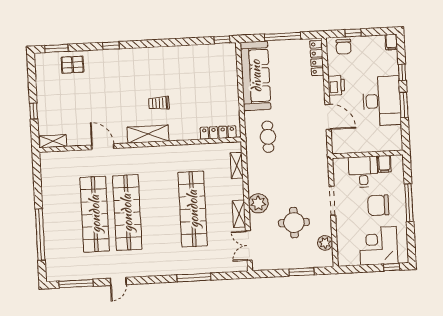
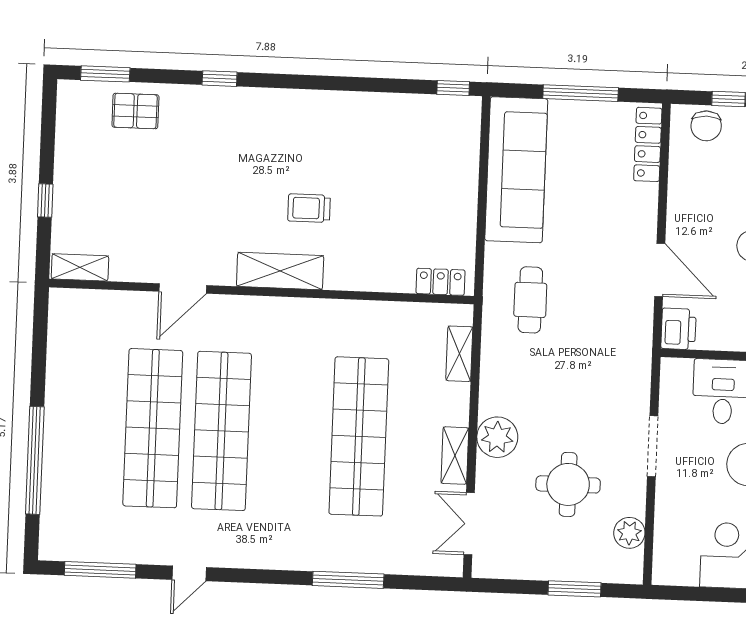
printer: (336, 85) -> (678, 329), moved
locker: (218, 133) -> (440, 282), width x0.66
door: (103, 147) -> (183, 288), swing flipped

